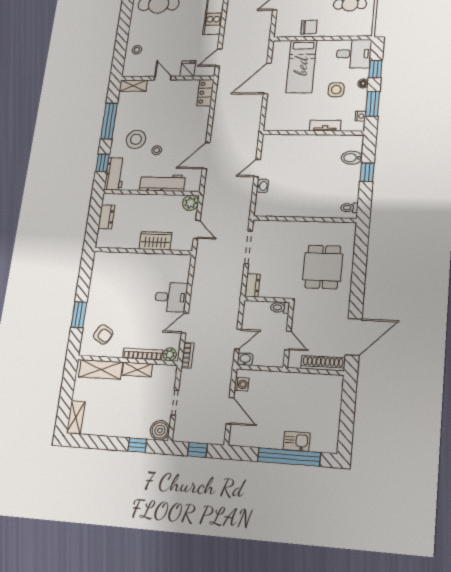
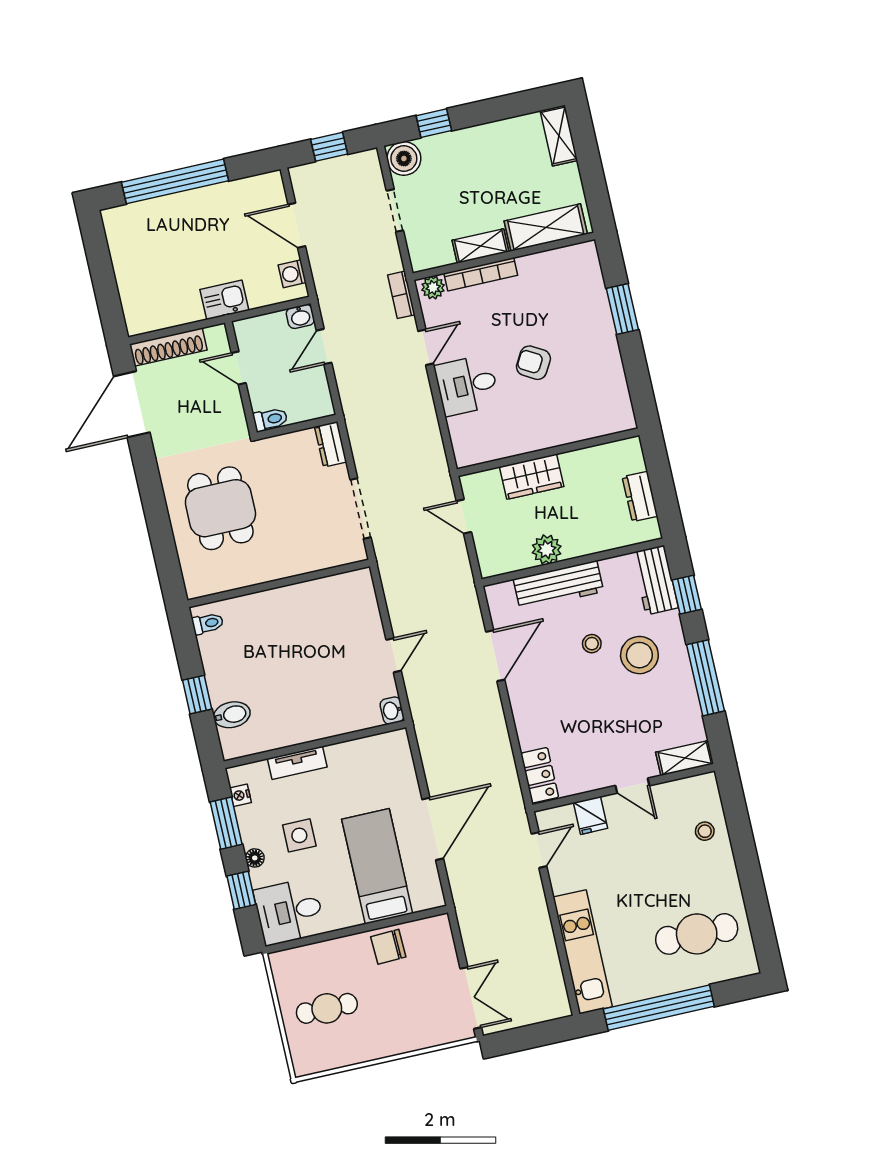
washbasin: (263, 186) -> (392, 710), moved
plant: (191, 203) -> (547, 549), moved
armchair: (103, 335) -> (533, 363), moved
kitchen sink: (297, 441) -> (224, 300), moved, turned 180

